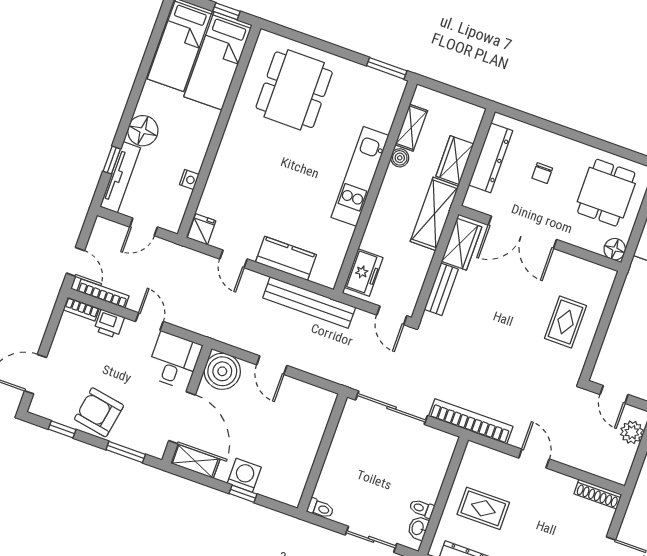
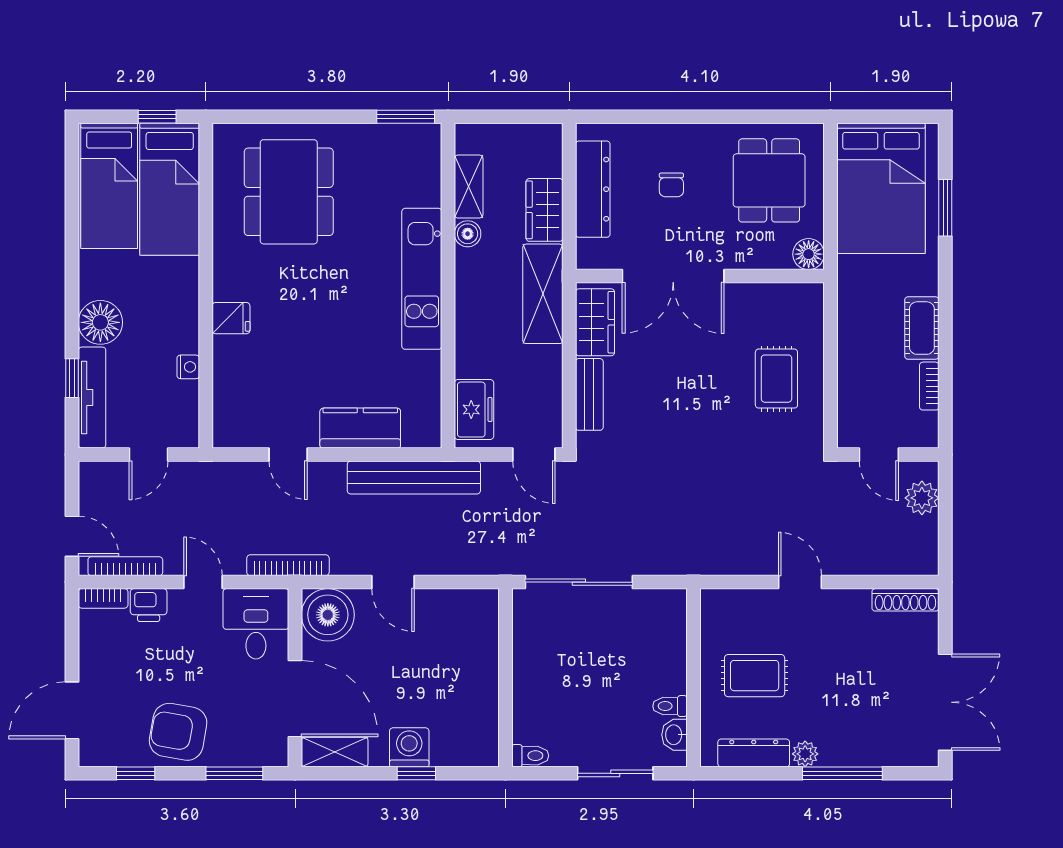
fridge: (202, 229) -> (231, 318), moved, turned 90
bookcase: (471, 421) -> (288, 565), moved, width x0.68, depth x0.76

